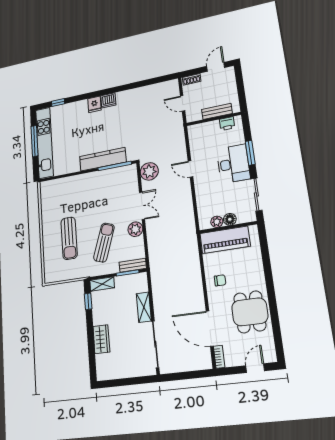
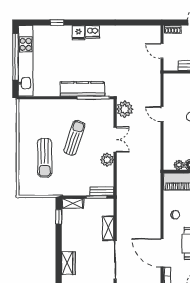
window: (58, 103) -> (57, 23), moved
window: (34, 141) -> (15, 57), width x1.46
sun lounger: (104, 243) -> (74, 138), moved
wardrobe: (101, 339) -> (68, 263), moved

